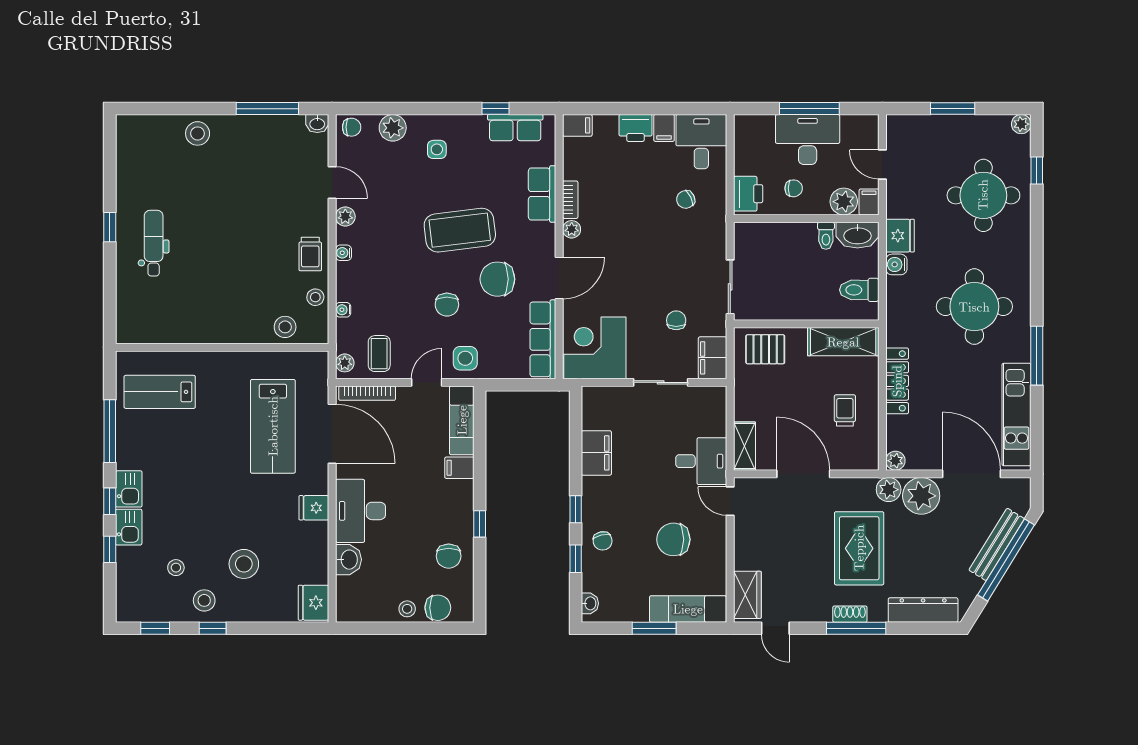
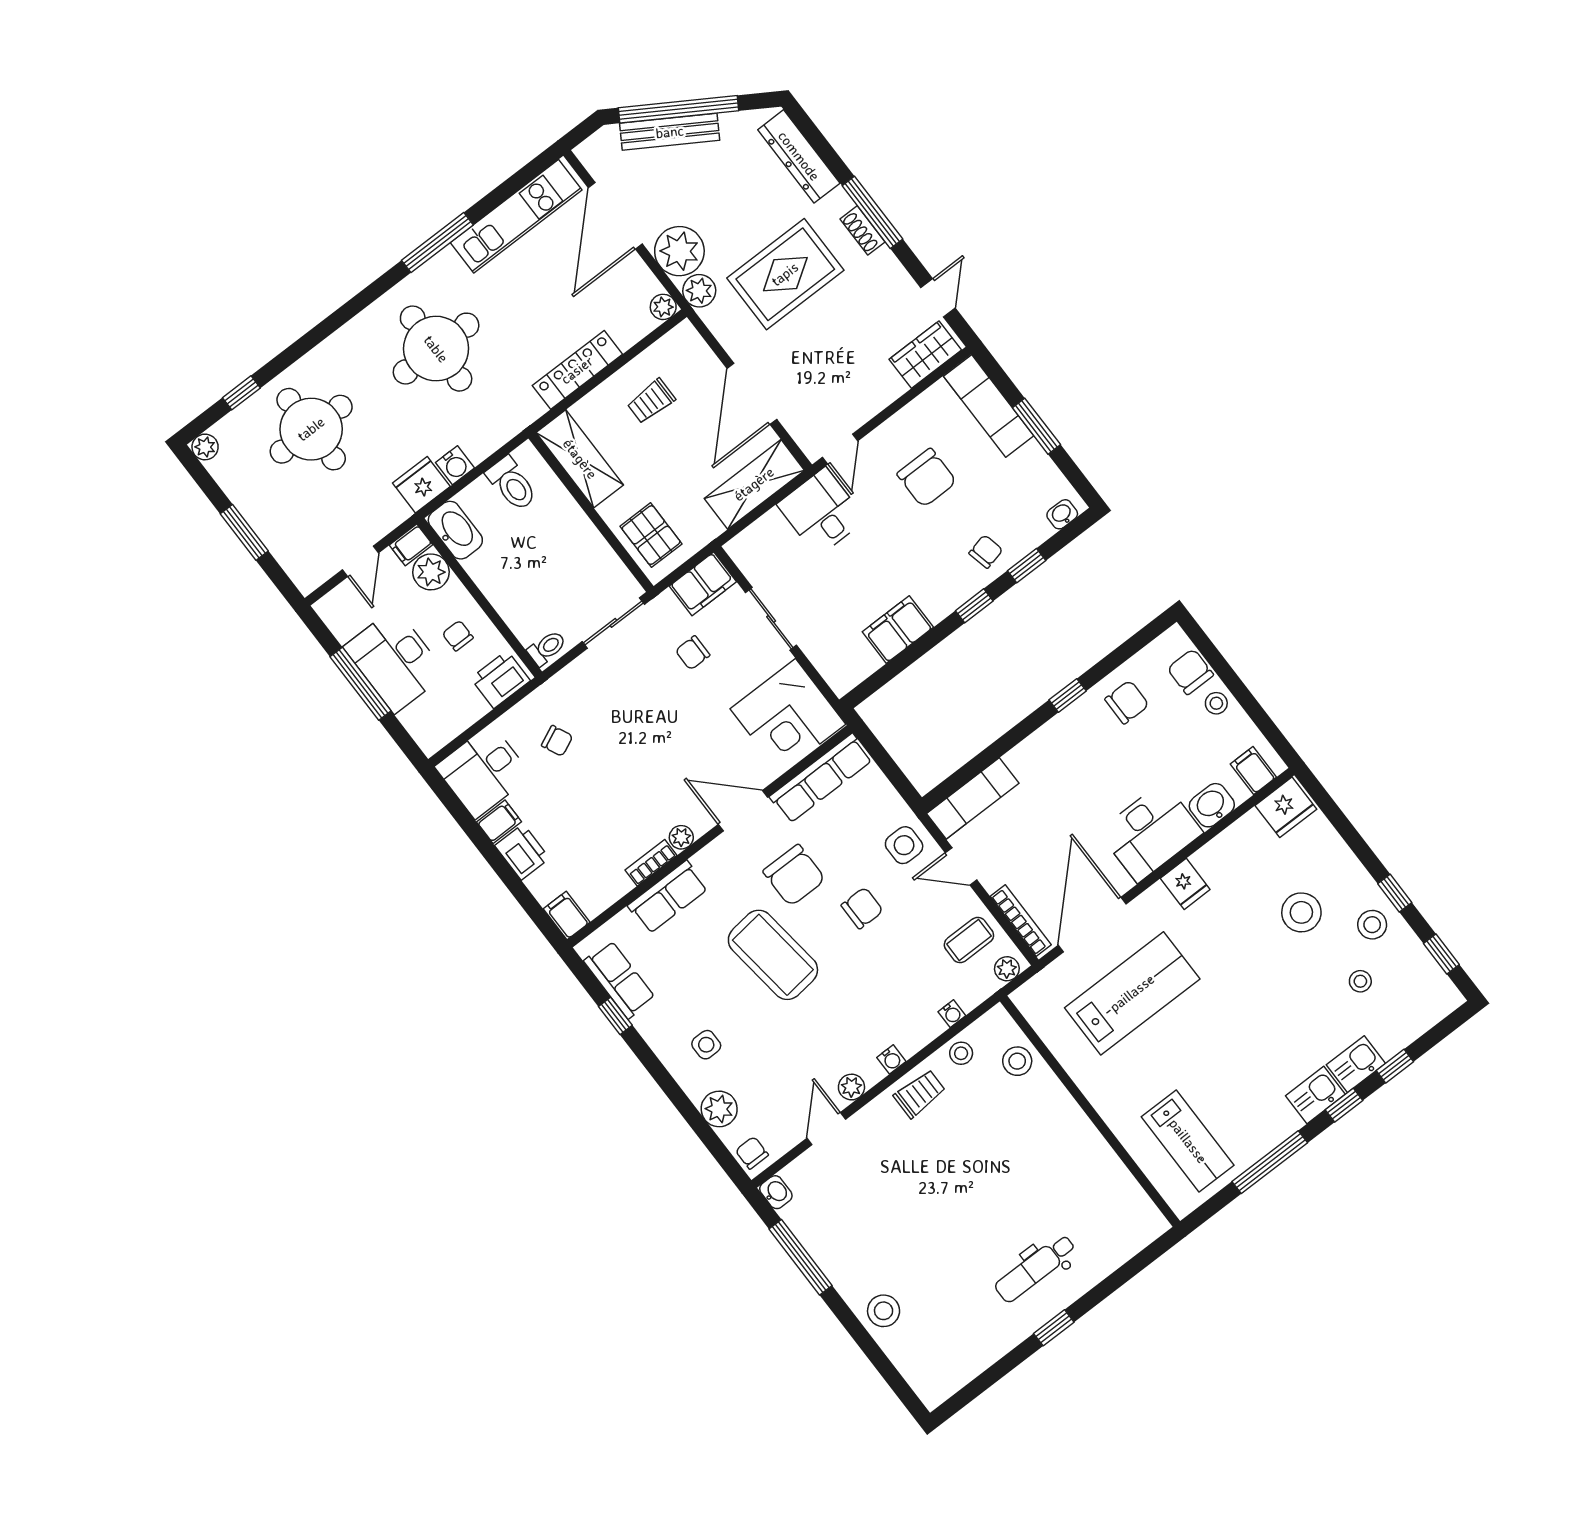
toilet: (826, 236) -> (547, 648), moved
shelving: (745, 446) -> (754, 484), width x1.50, depth x1.33
filing cabinet: (459, 468) -> (1253, 771), moved, turned 180

